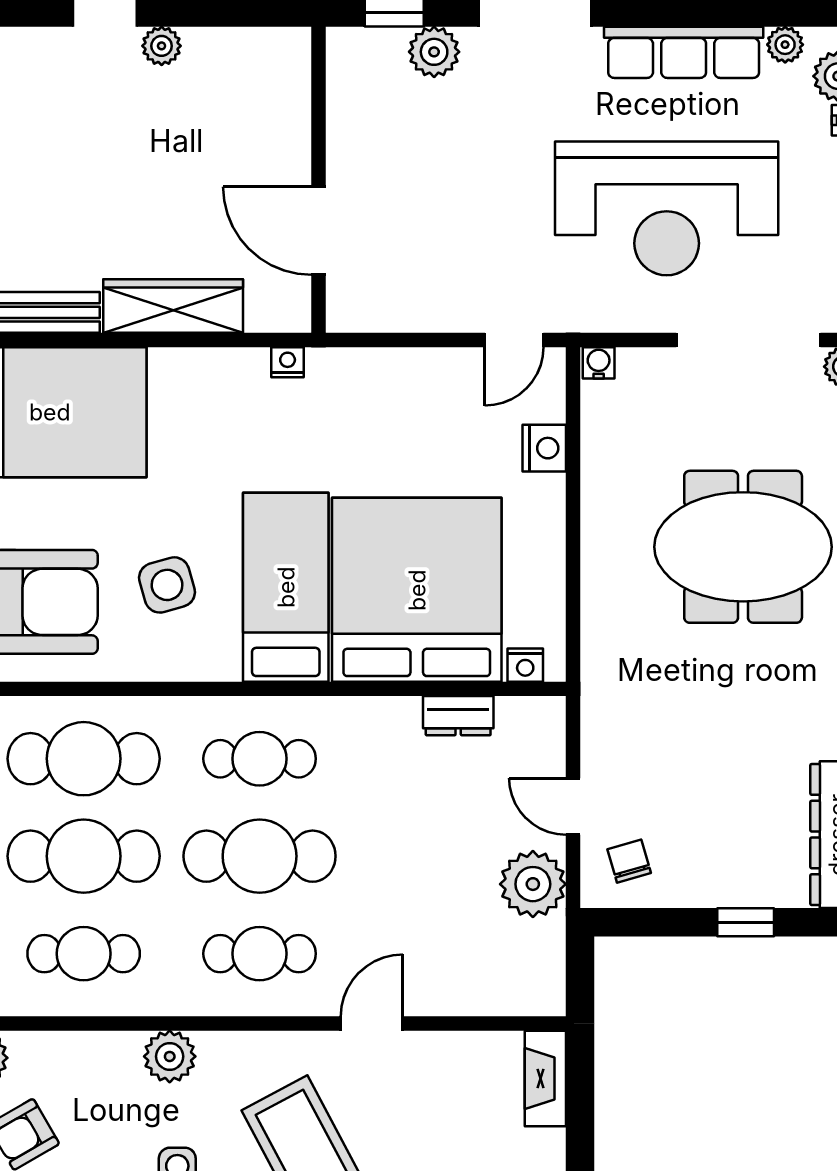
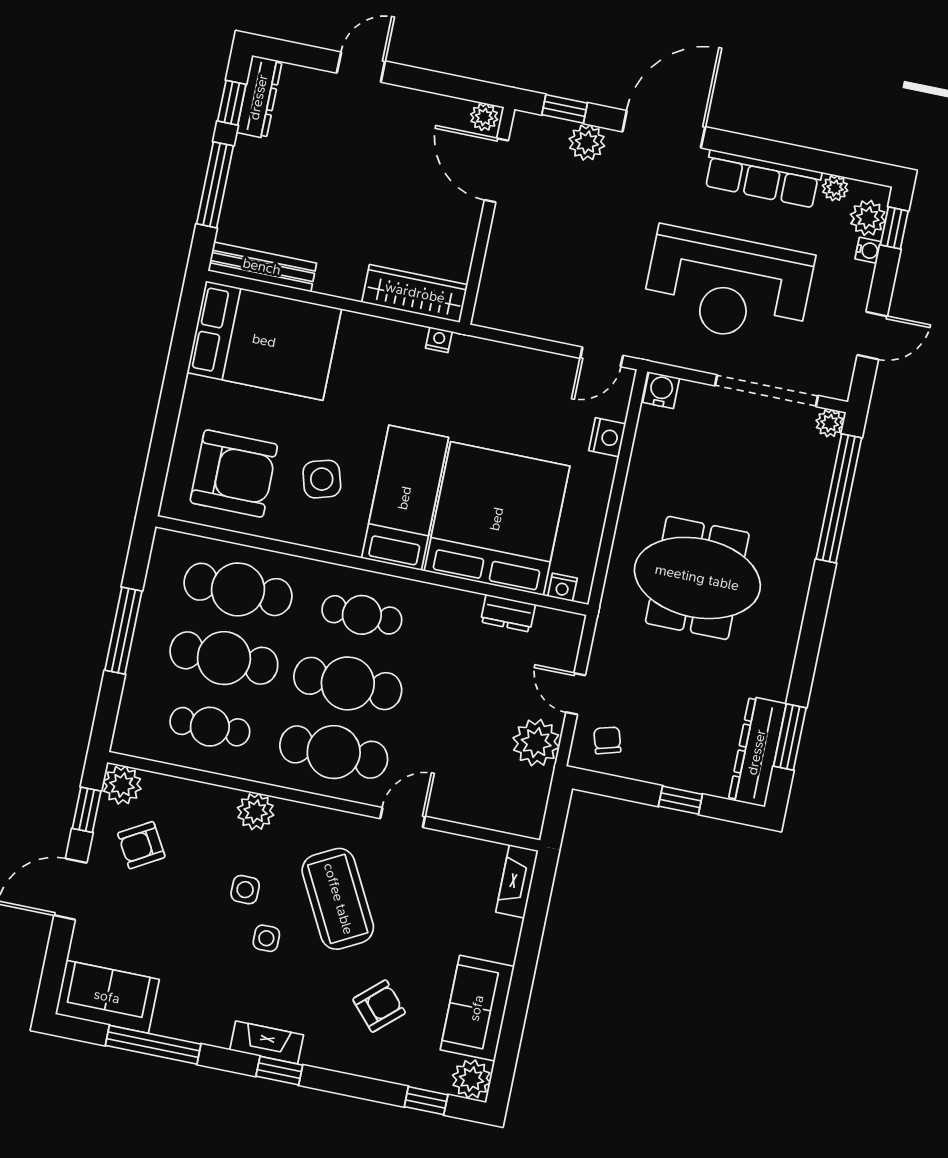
plant: (162, 46) -> (484, 117), moved
door: (318, 231) -> (496, 170), moved
wardrobe: (173, 306) -> (415, 293), moved
water cooler: (599, 363) -> (661, 390), width x1.38, depth x1.38
meeting table: (743, 547) -> (697, 578), moved
cafe table: (260, 954) -> (334, 752), width x1.37, depth x1.35

